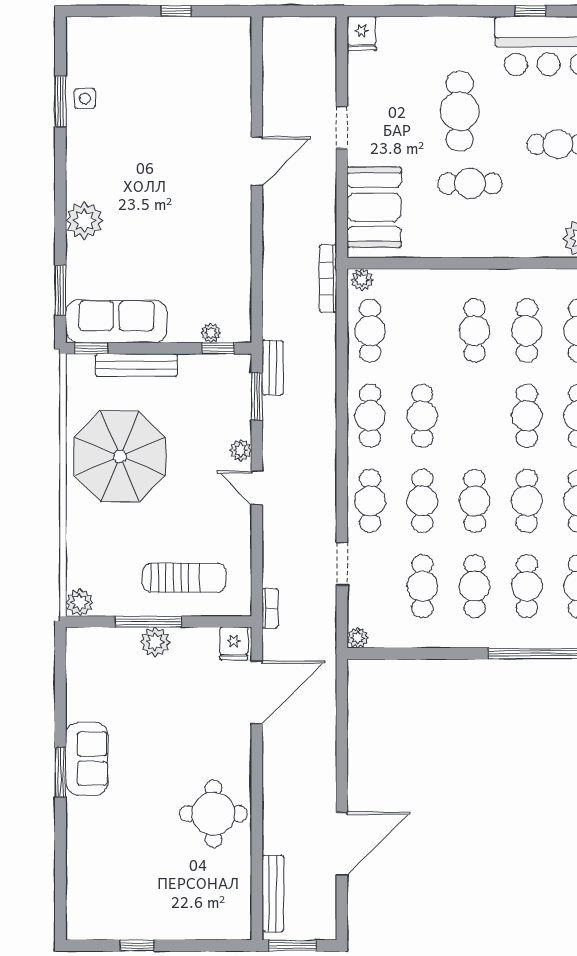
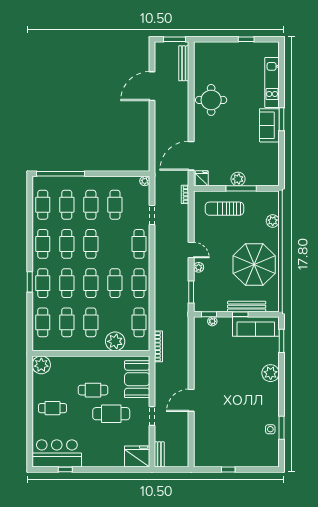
fridge: (362, 34) -> (137, 456), width x1.88, depth x1.34
cafe table: (460, 111) -> (111, 414), moved, turned 90
plant: (362, 280) -> (115, 341), moved, width x1.88, depth x1.88
window: (91, 348) -> (240, 314), moved
bench: (273, 368) -> (159, 454), moved
cafe table: (422, 501) -> (91, 283), moved
plant: (80, 603) -> (273, 221), moved
kitchen unit: (81, 852) -> (272, 82), added

